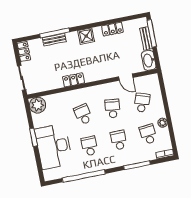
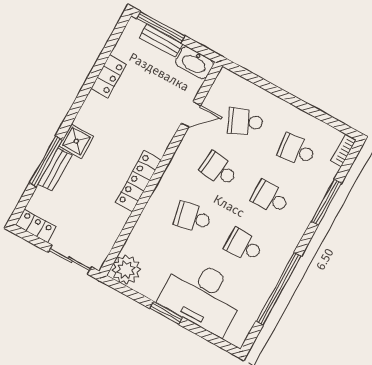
shower: (86, 36) -> (76, 141), moved
locker: (74, 80) -> (138, 181), width x1.53
school desk: (142, 103) -> (245, 122), turned -42
plant: (163, 123) -> (297, 117), removed

